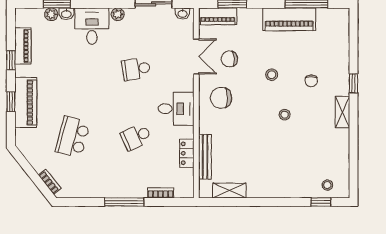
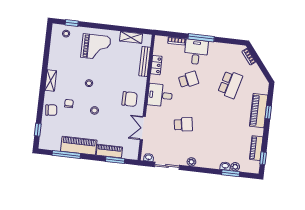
piano: (218, 16) -> (109, 151), moved
desk: (92, 26) -> (196, 52), moved, turned 180
chair: (229, 59) -> (51, 110), moved
window: (11, 60) -> (263, 158), moved
window: (354, 83) -> (38, 130), moved
grand piano: (280, 170) -> (96, 47), added

